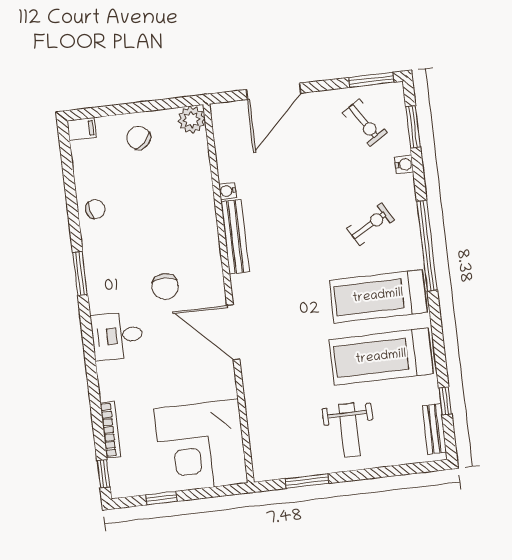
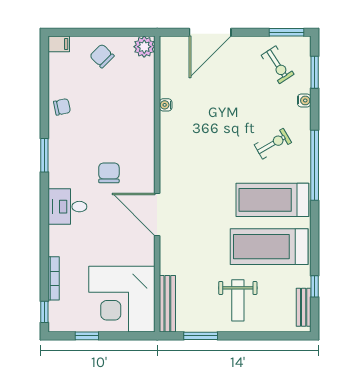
bench: (235, 237) -> (167, 304), moved
chair: (165, 286) -> (109, 173), turned 180

